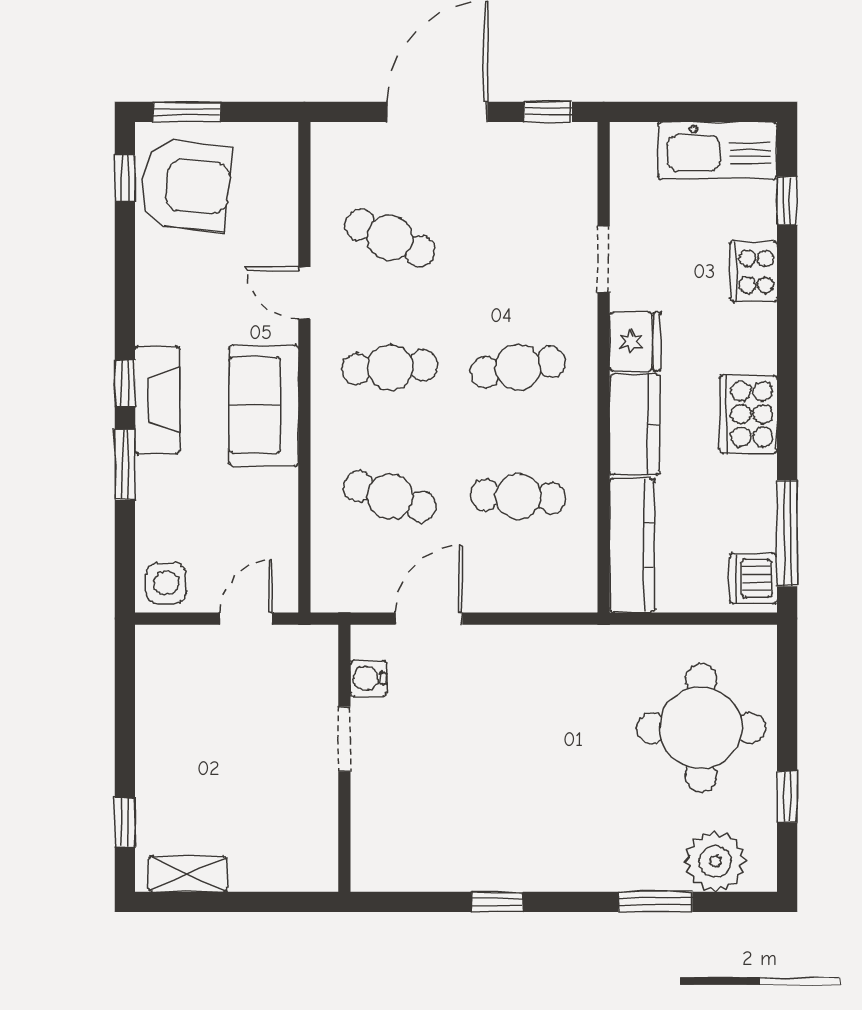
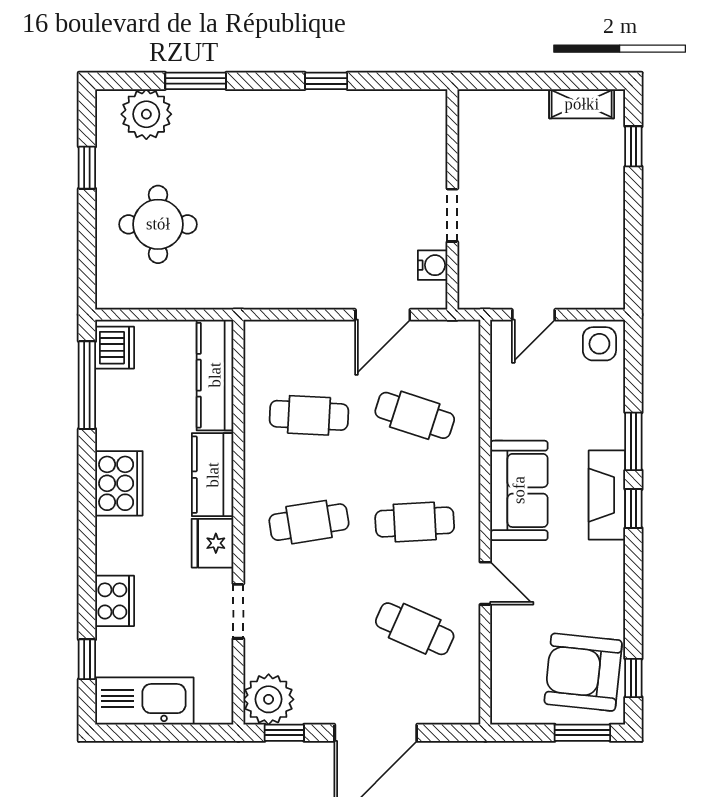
plant: (567, 152) -> (269, 699), added
round table: (701, 728) -> (158, 224), width x0.73, depth x0.73

